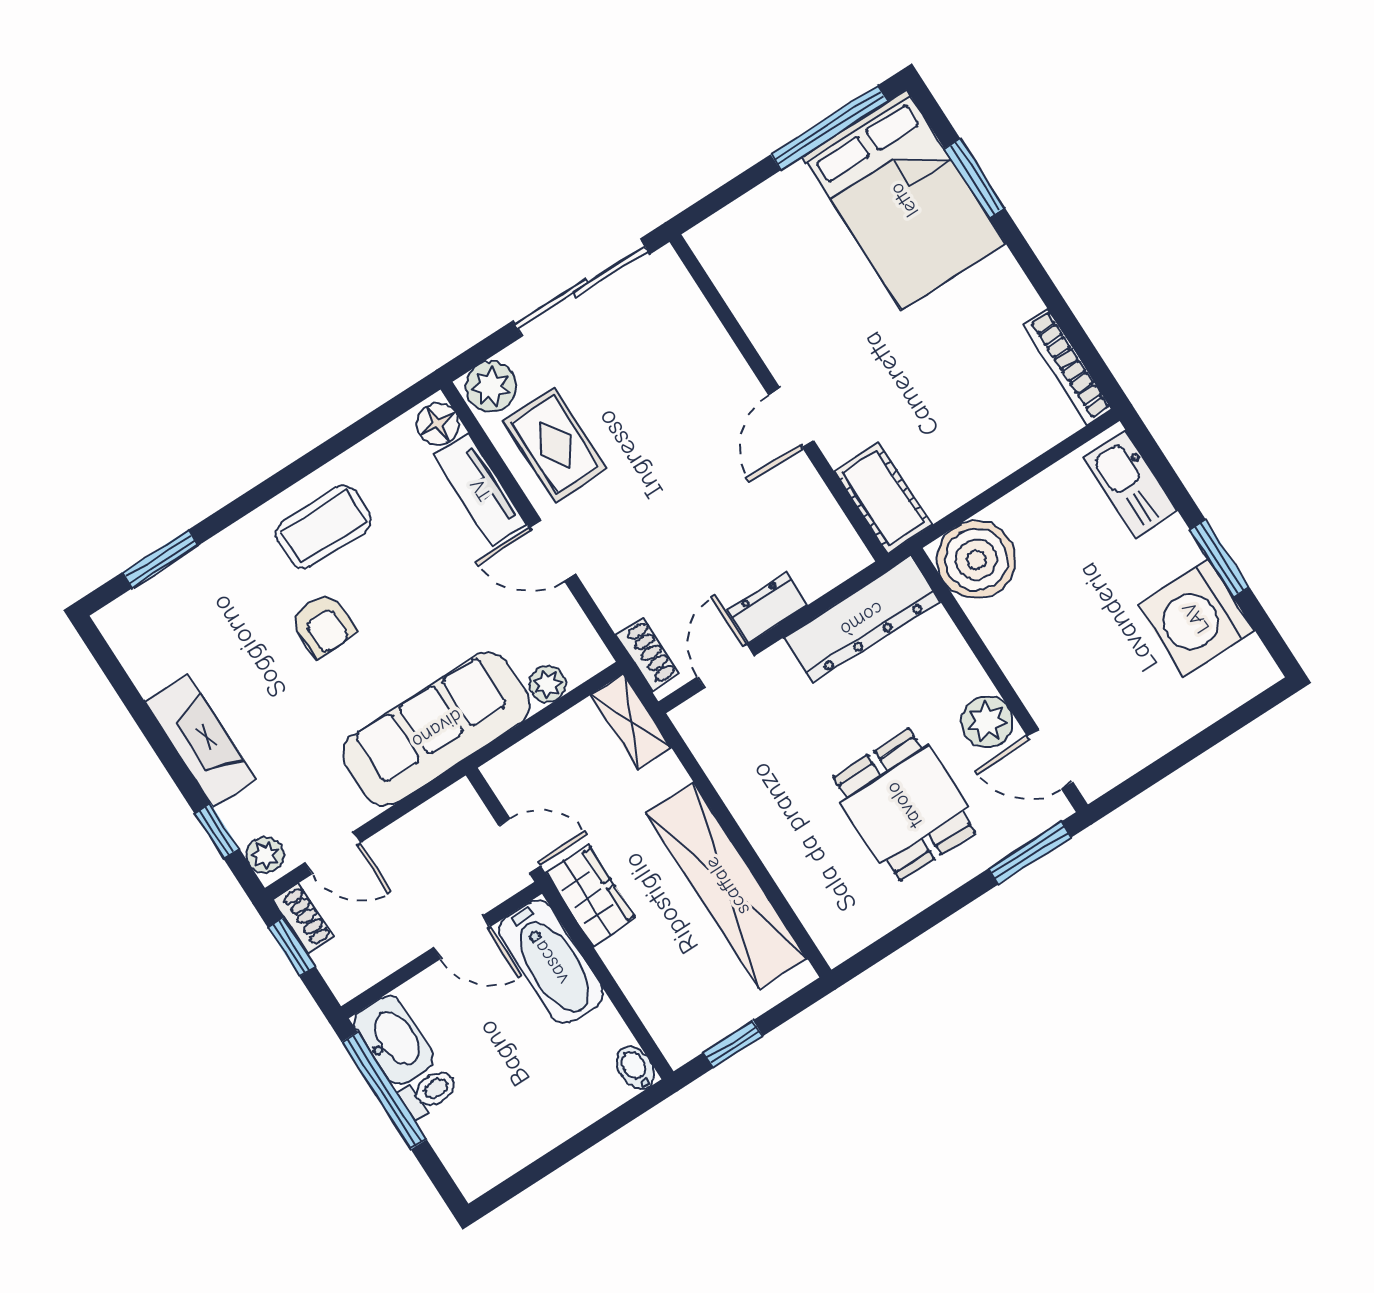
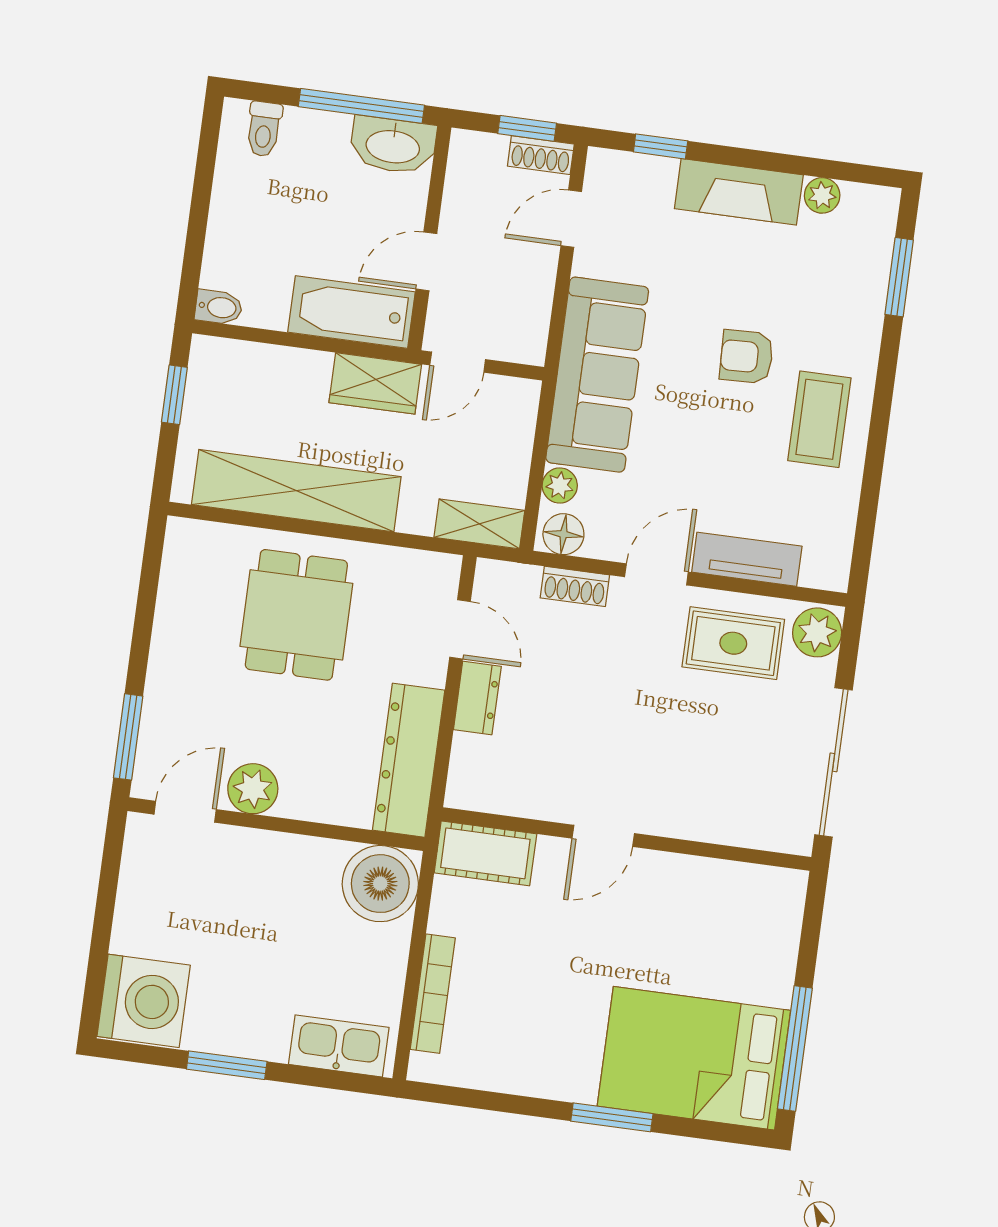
window: (975, 178) -> (612, 1117), moved
bookcase: (1067, 367) -> (433, 994), moved, turned 90
door: (791, 418) -> (603, 836), swing flipped
floor lamp: (438, 424) -> (563, 534), moved
washing machine: (1196, 618) -> (144, 1001), moved, turned 90
shoe rack: (648, 655) -> (575, 586), moved
dining table: (904, 805) -> (296, 615), moved, turned 90
plant: (265, 855) -> (822, 195), moved
toilet: (429, 1093) -> (264, 129), moved

